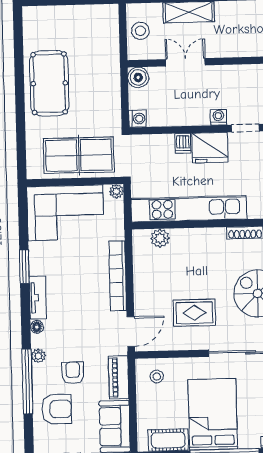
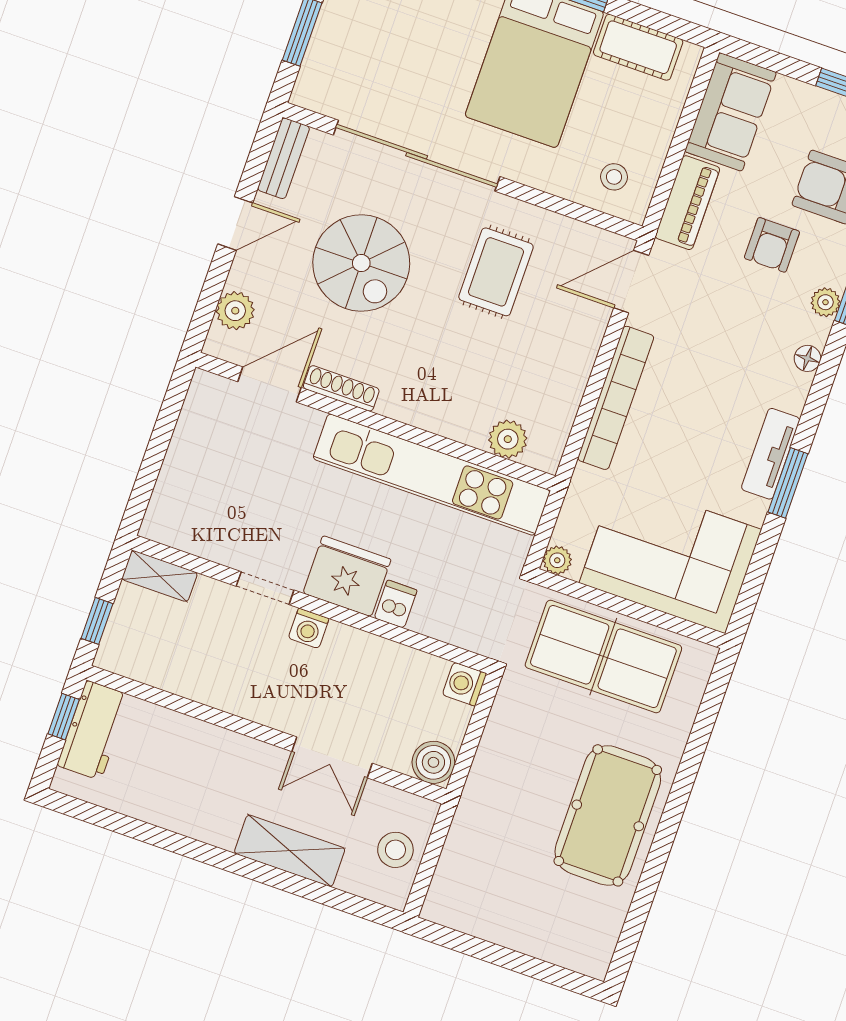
tv unit: (38, 298) -> (771, 454), moved
rug: (194, 313) -> (496, 272), turned 90

